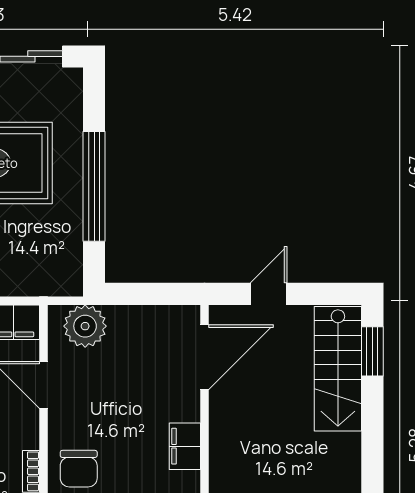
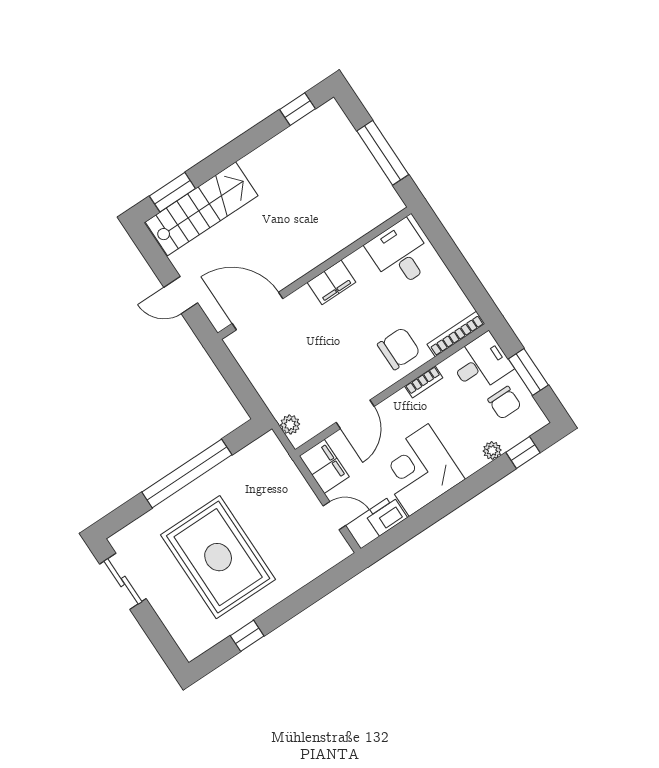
plant: (85, 326) -> (290, 425), width x0.53, depth x0.53

